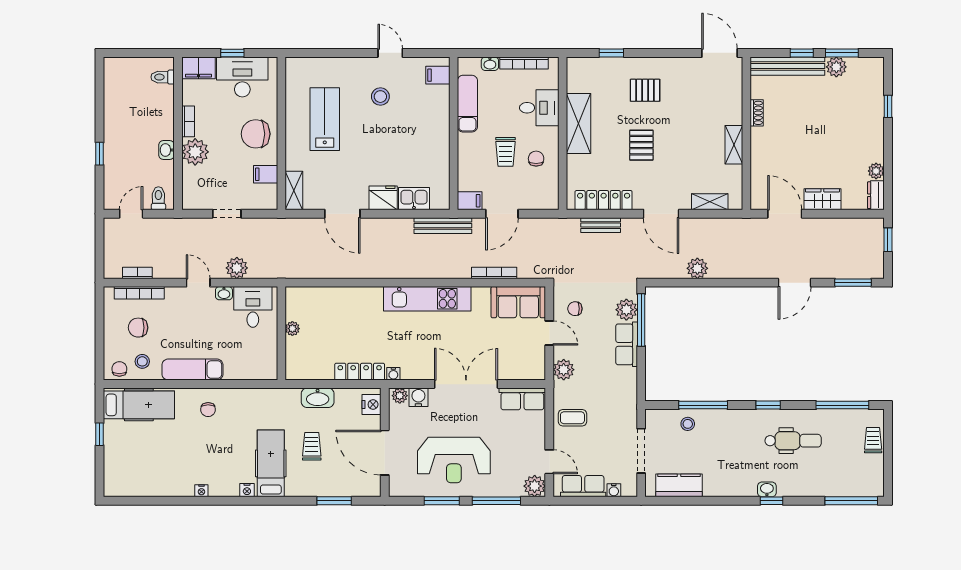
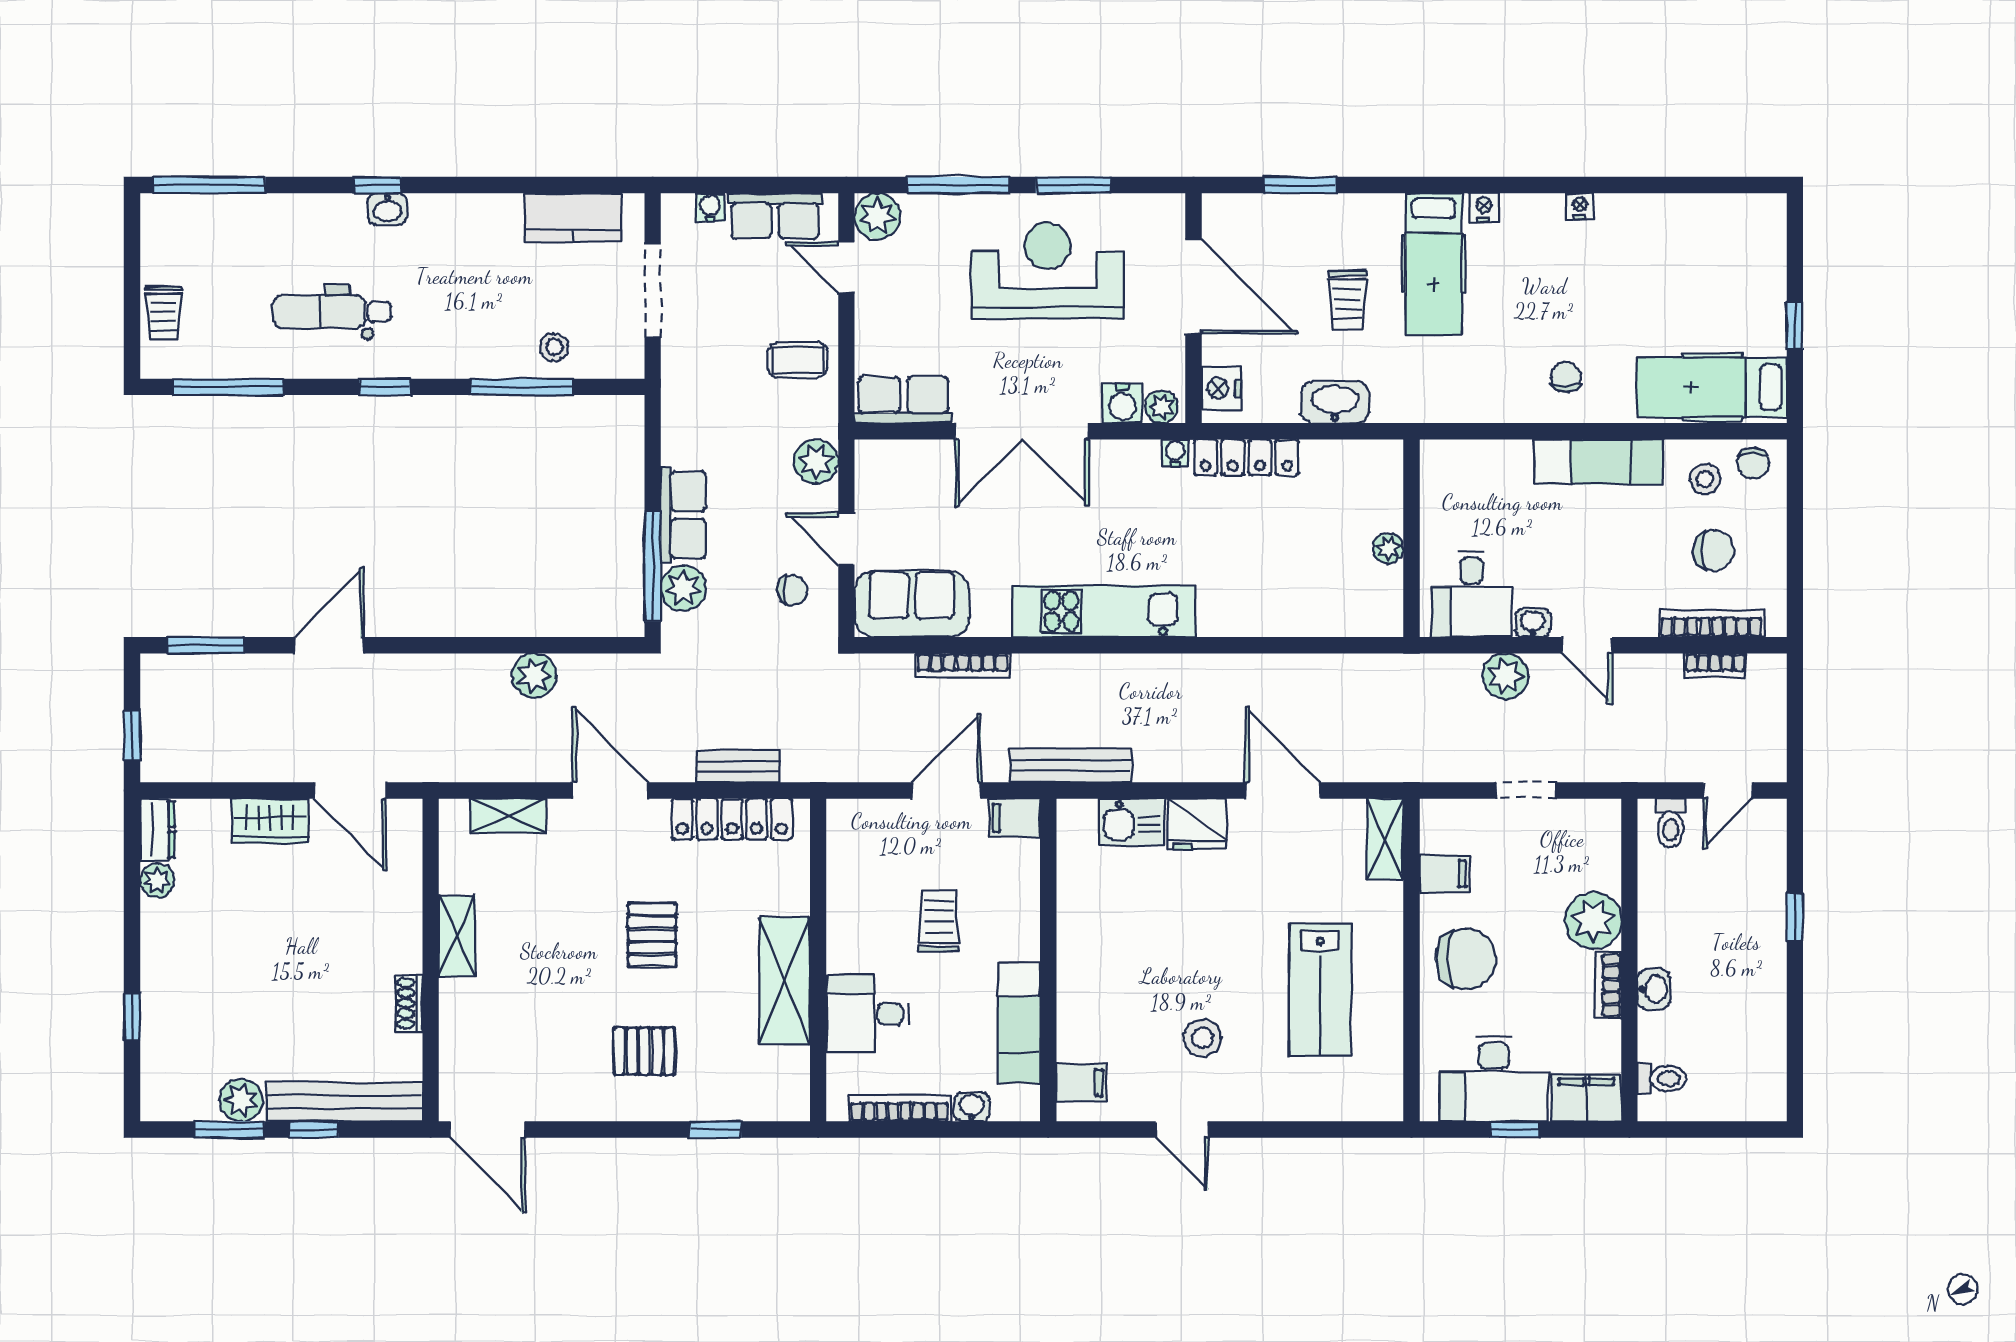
washbasin: (167, 150) -> (1654, 989), moved
chair: (536, 159) -> (874, 907), removed

